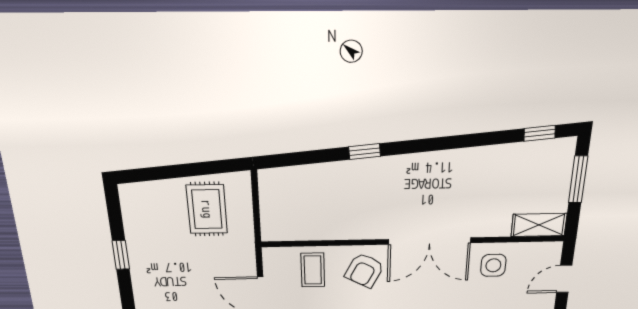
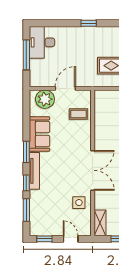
double door: (430, 241) -> (93, 170), swing flipped
armchair: (364, 270) -> (78, 139), removed

